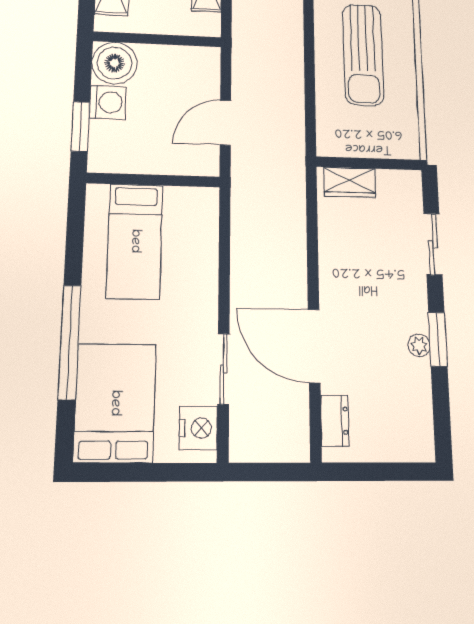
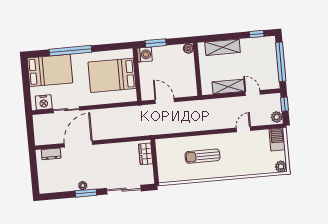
sun lounger: (363, 55) -> (203, 156), width x0.73, depth x0.75
boiler: (115, 63) -> (188, 48), width x0.54, depth x0.54
washing machine: (108, 102) -> (145, 55), moved, turned -90
bed: (135, 241) -> (112, 75), width x1.50
sliding door: (433, 244) -> (124, 190), width x1.37

